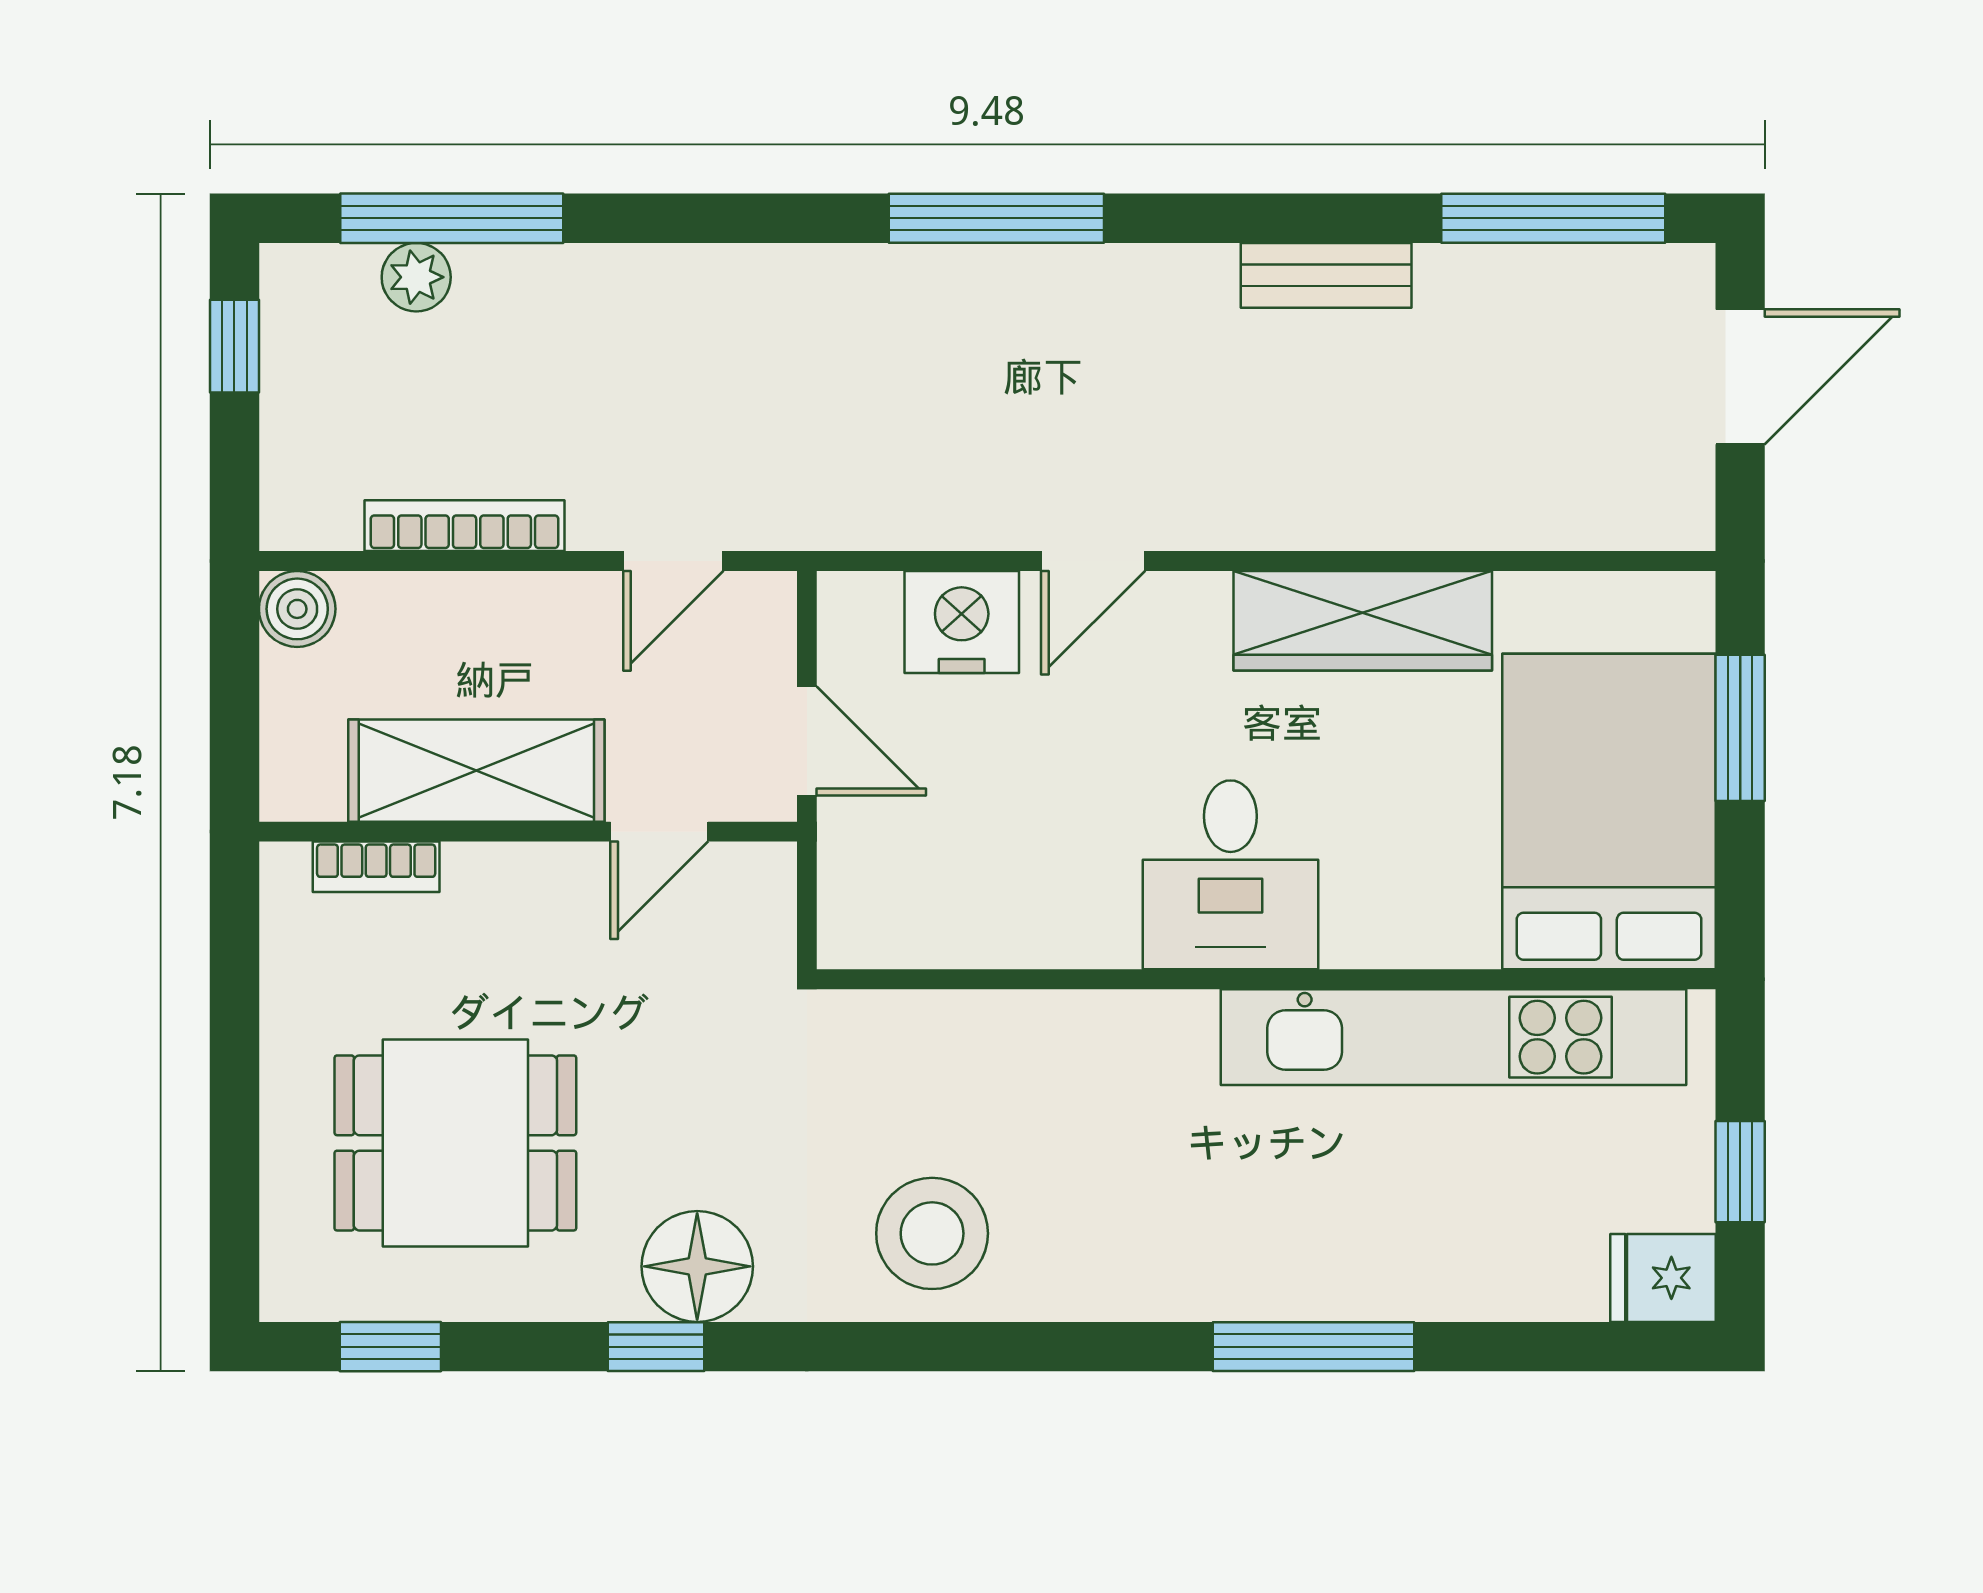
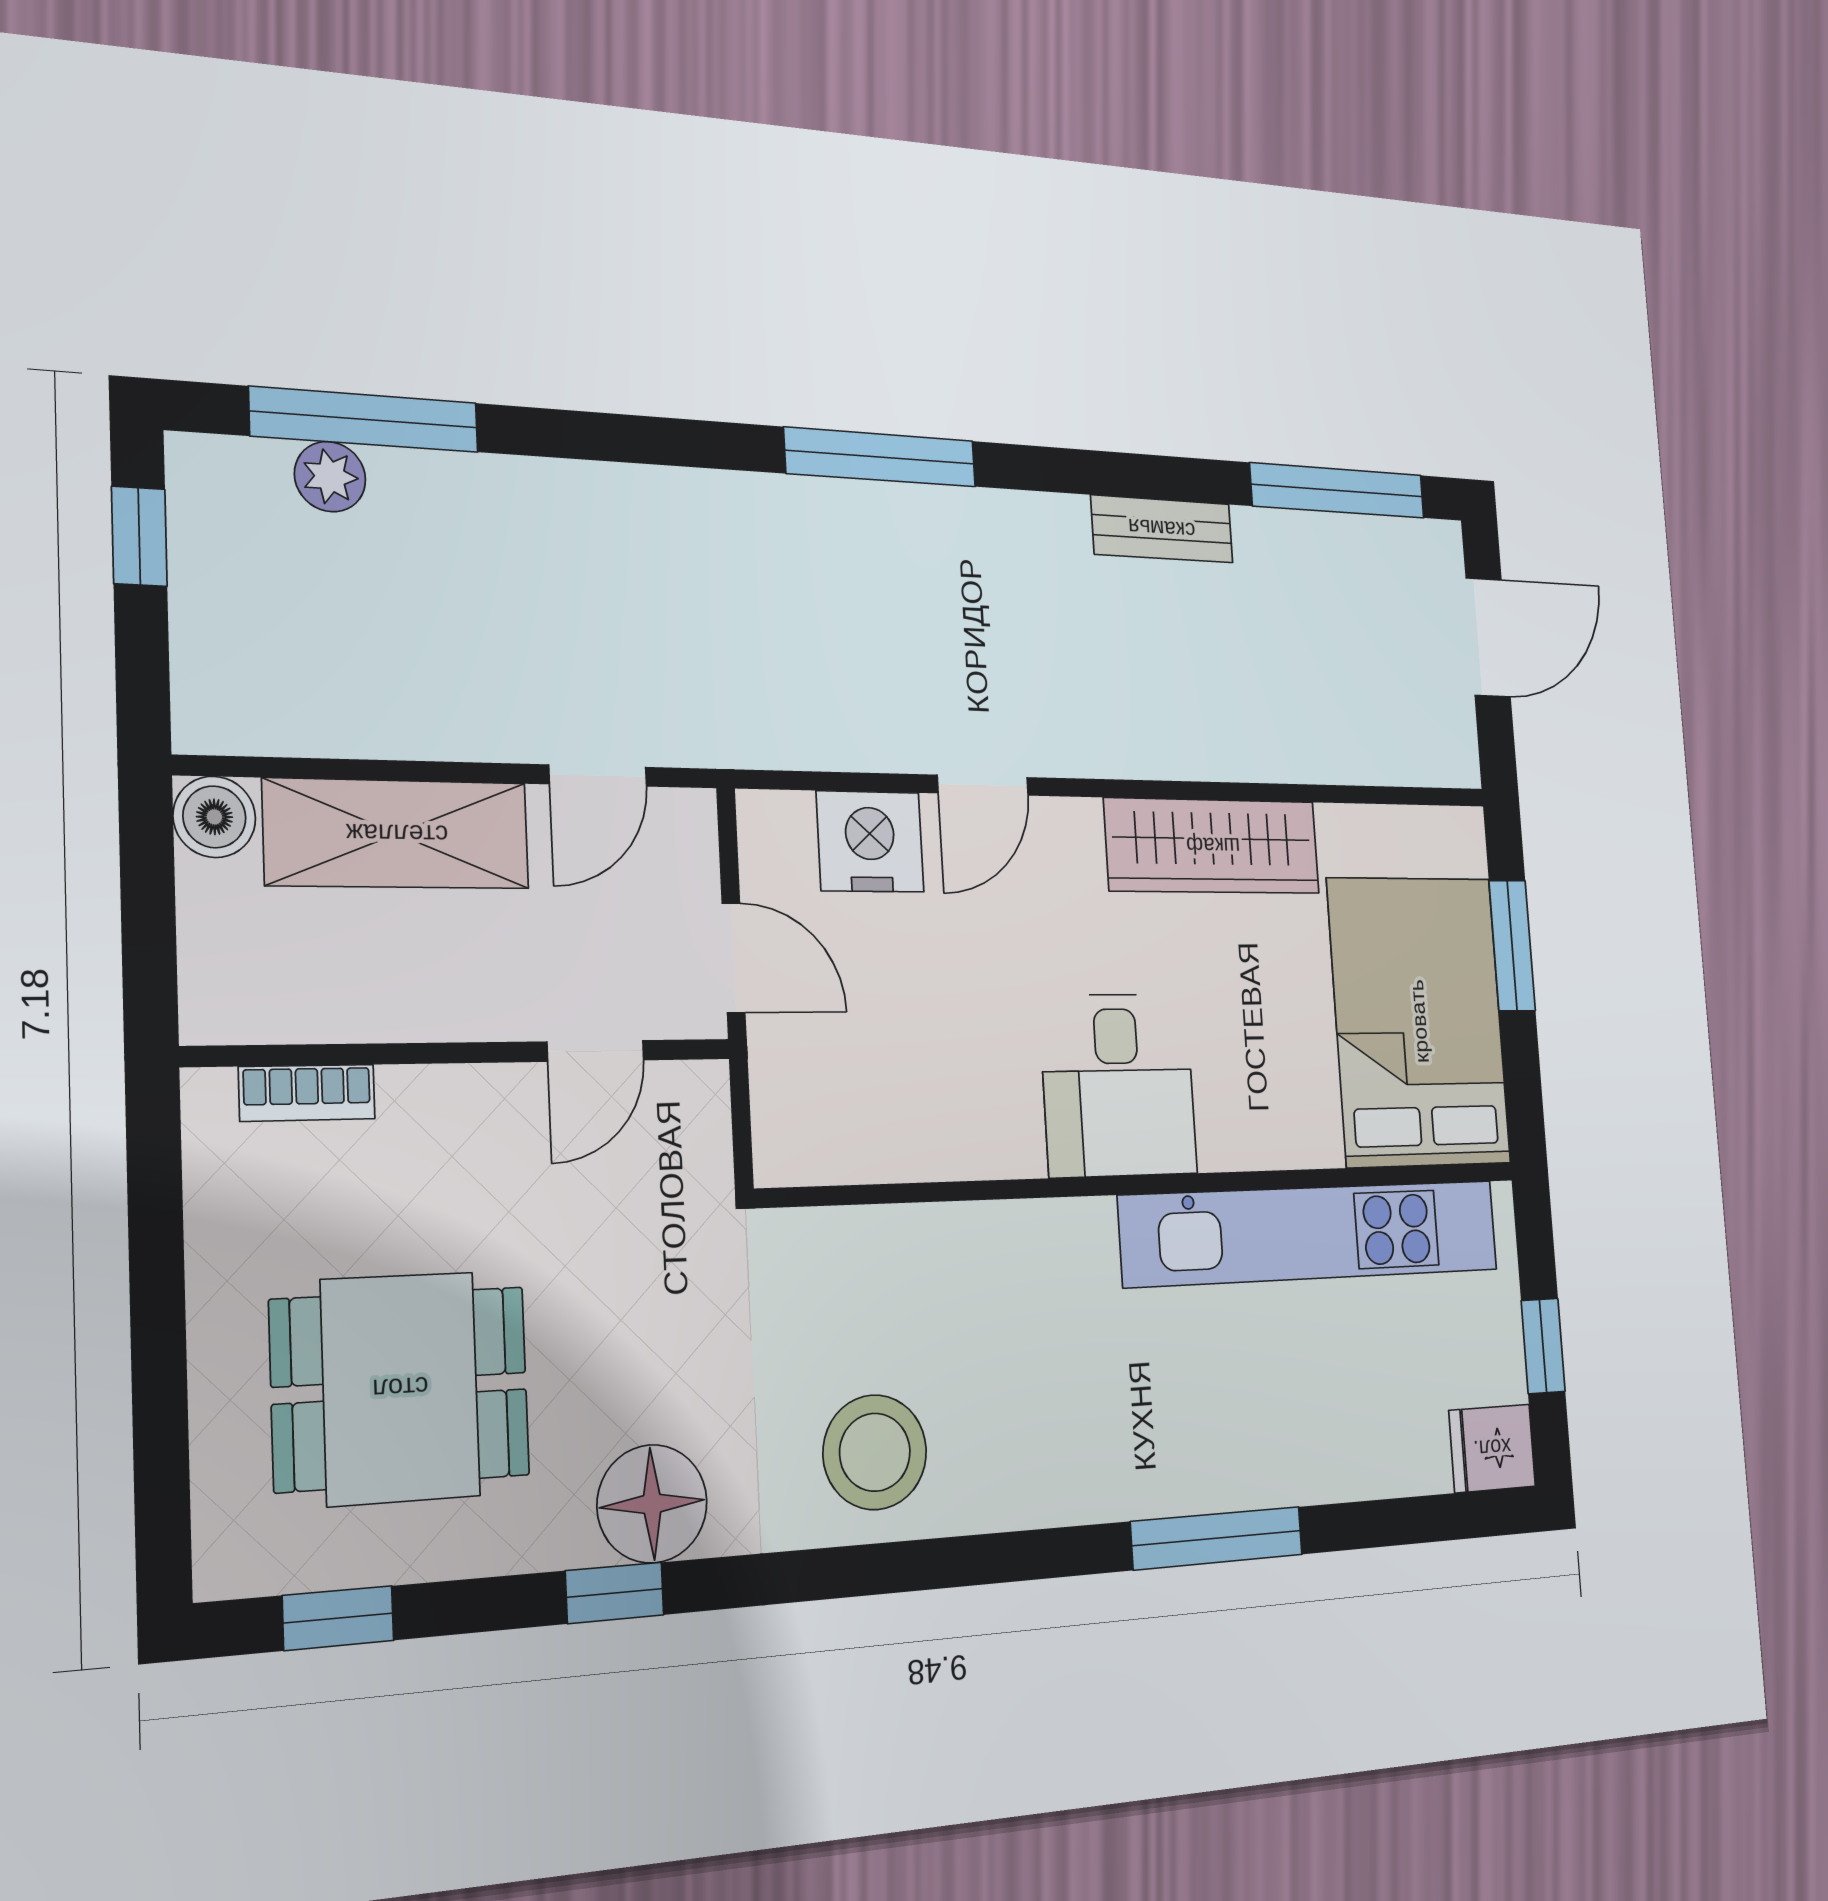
bookcase: (465, 526) -> (388, 734), removed
shelving: (476, 771) -> (397, 834), moved

